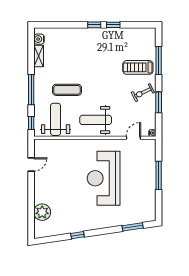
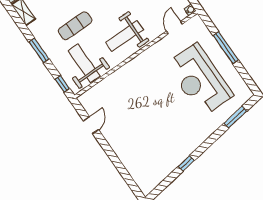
window: (31, 90) -> (39, 51), width x0.69
reception desk: (104, 178) -> (199, 80), moved
plant: (42, 212) -> (135, 165), removed

